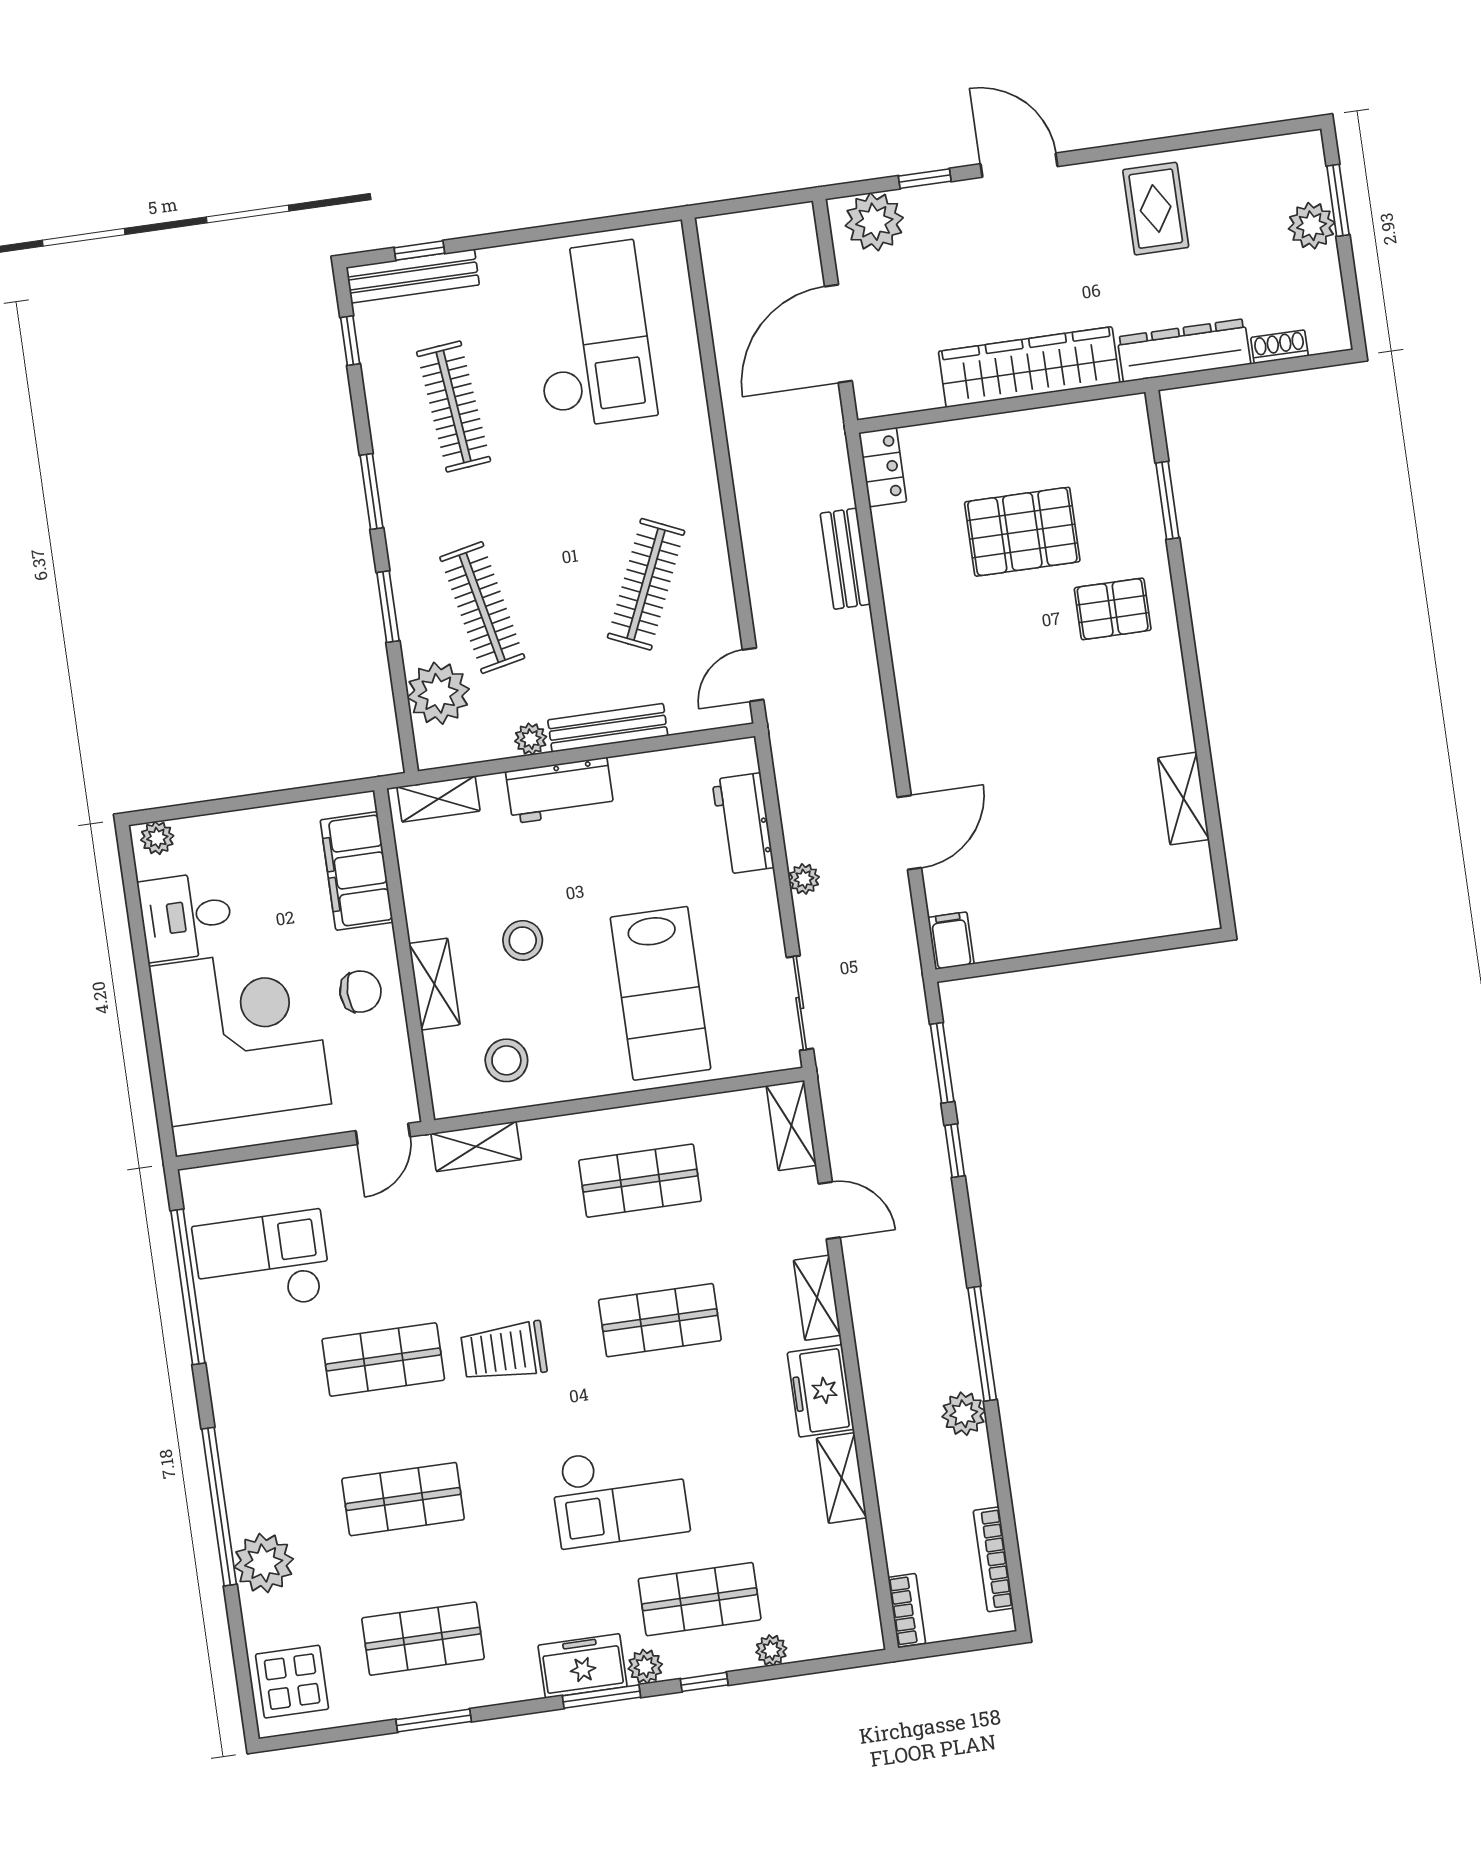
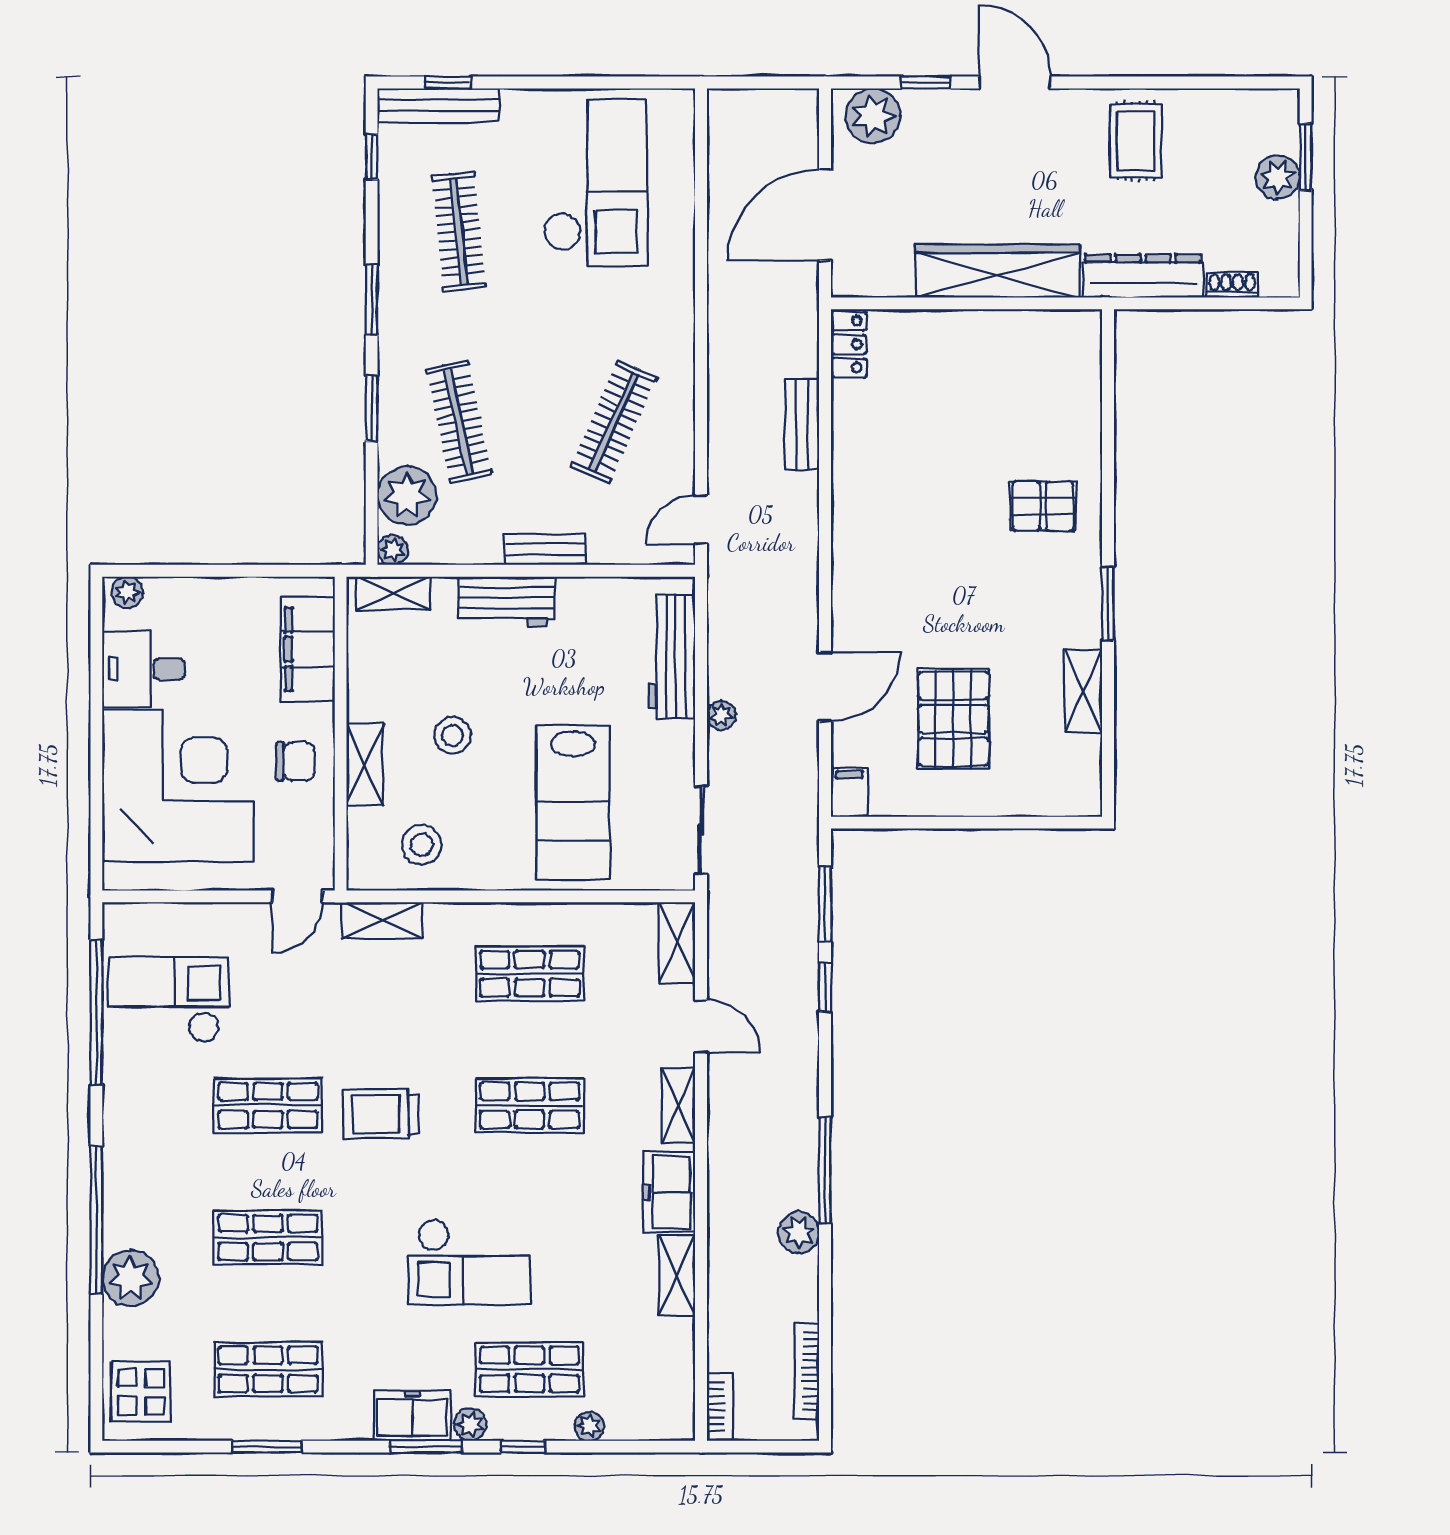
window: (1167, 500) -> (1108, 604), moved
pallet: (1022, 532) -> (953, 719), moved, turned 90
bench: (608, 728) -> (545, 550), width x0.73
plant: (531, 739) -> (392, 550), moved
workbench: (743, 824) -> (672, 656), width x1.38

